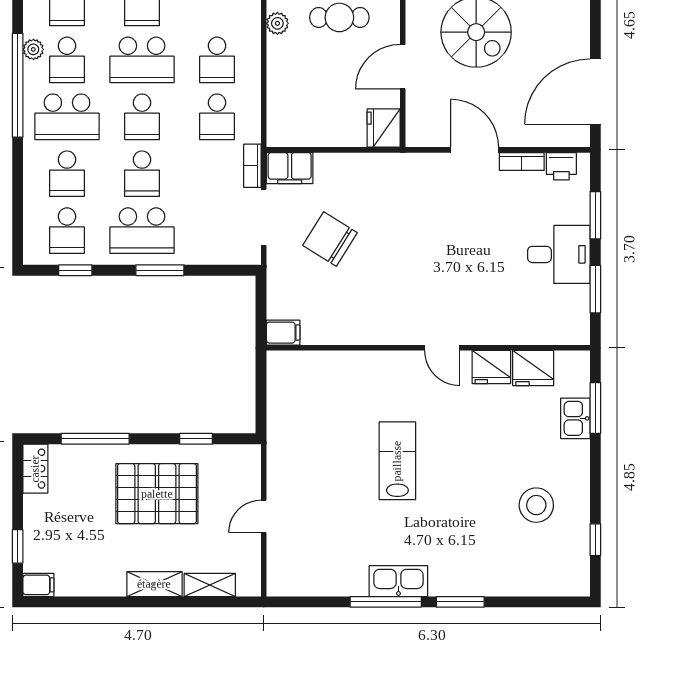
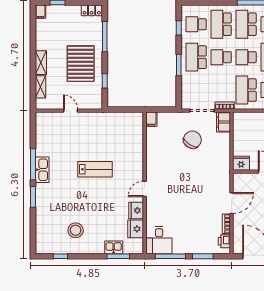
school desk: (217, 117) -> (246, 90), width x1.85
school desk: (67, 174) -> (221, 24), width x1.85
desk: (559, 254) -> (159, 240), moved
window: (595, 289) -> (170, 256), width x1.44

